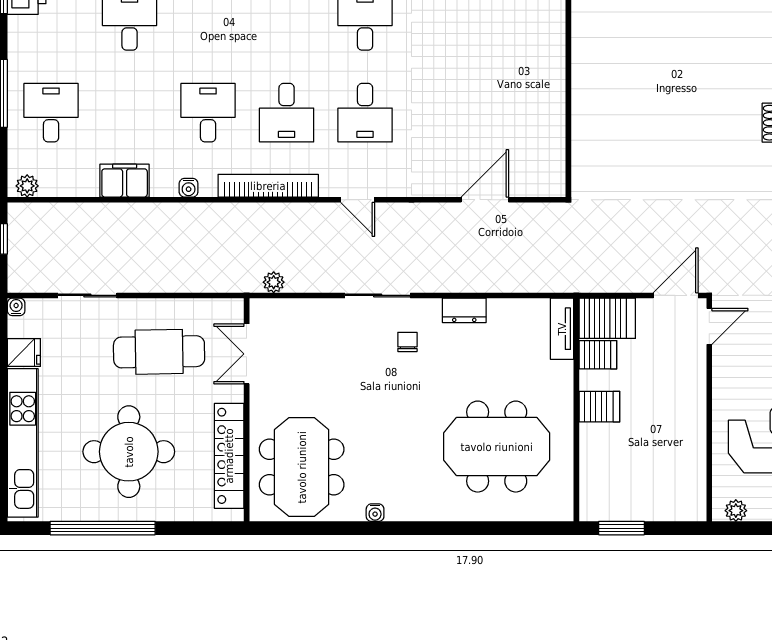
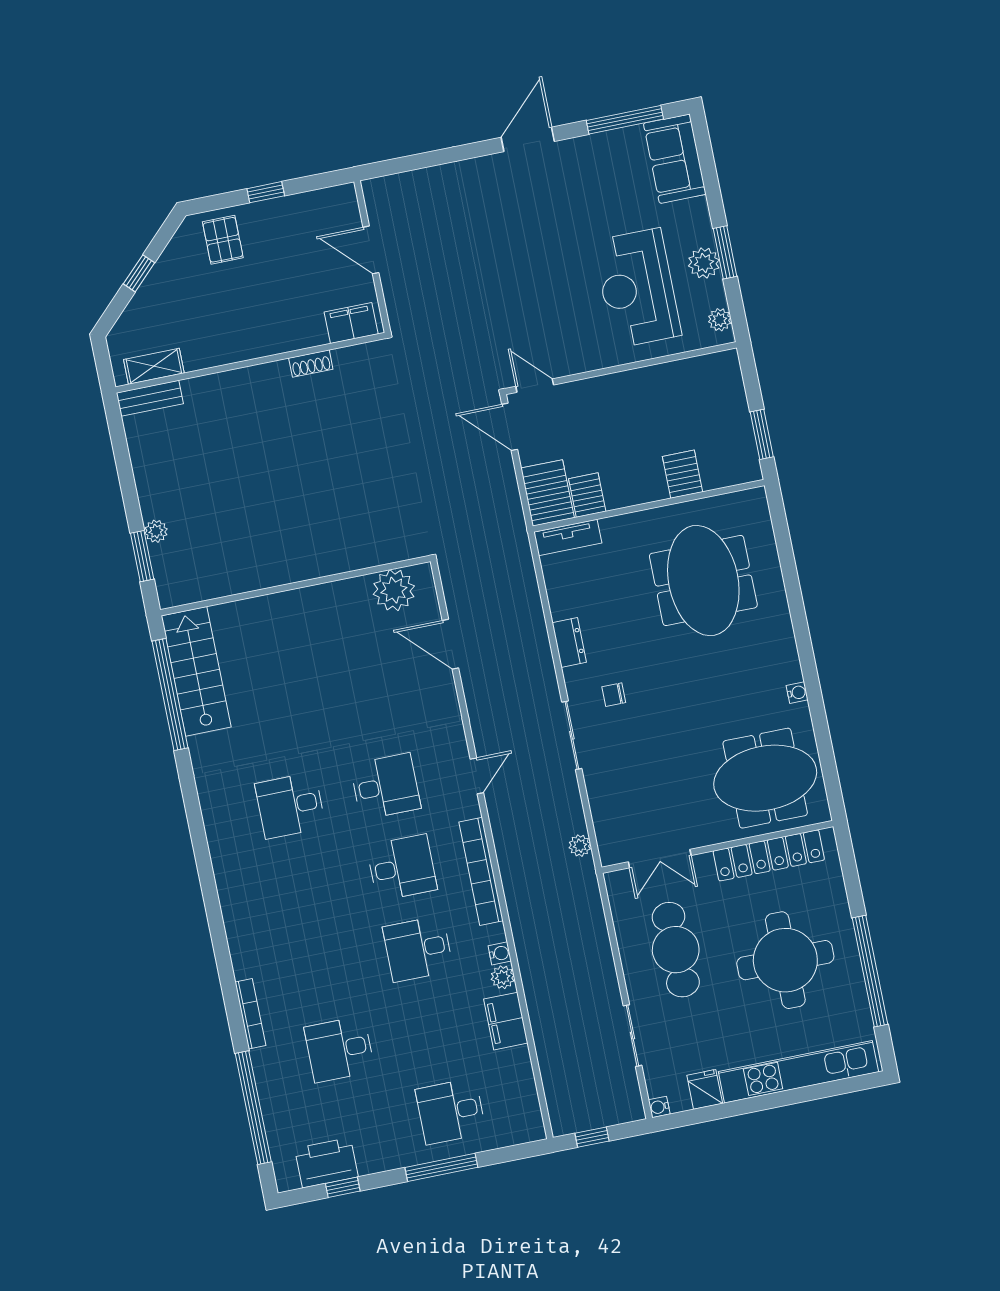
plant: (546, 157) -> (394, 590), added
plant: (27, 186) -> (503, 977), moved
server rack: (599, 407) -> (683, 474), moved

